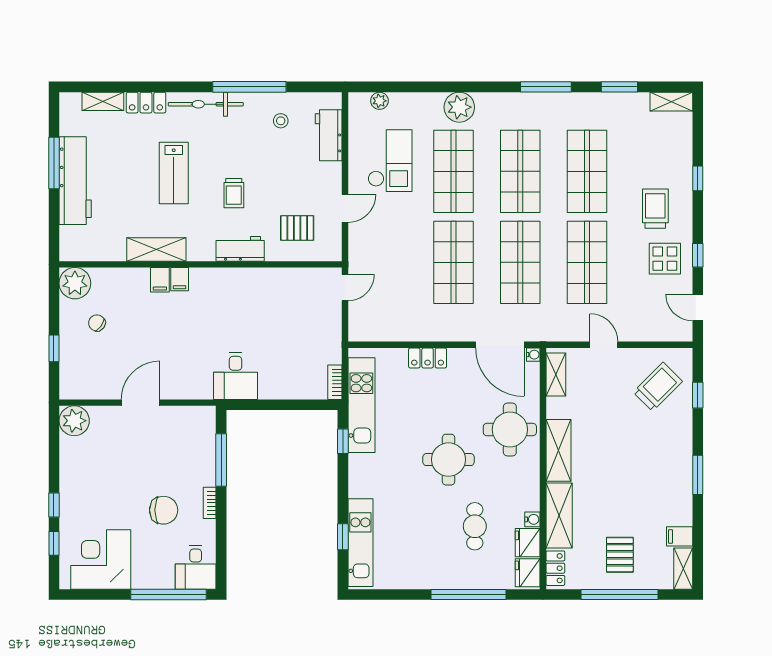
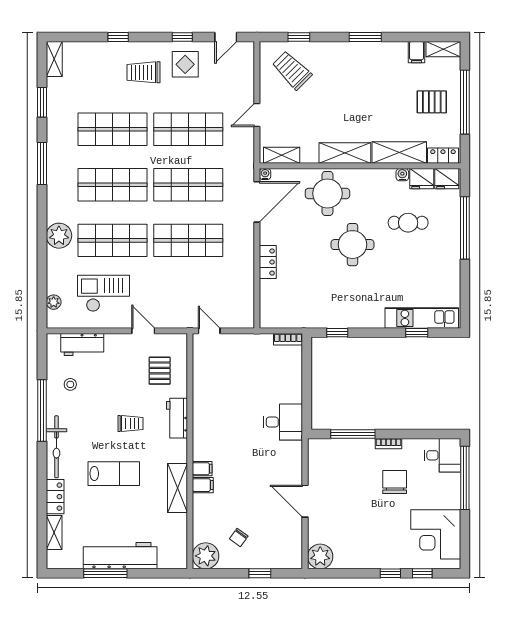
kitchen unit: (361, 405) -> (307, 317), removed

